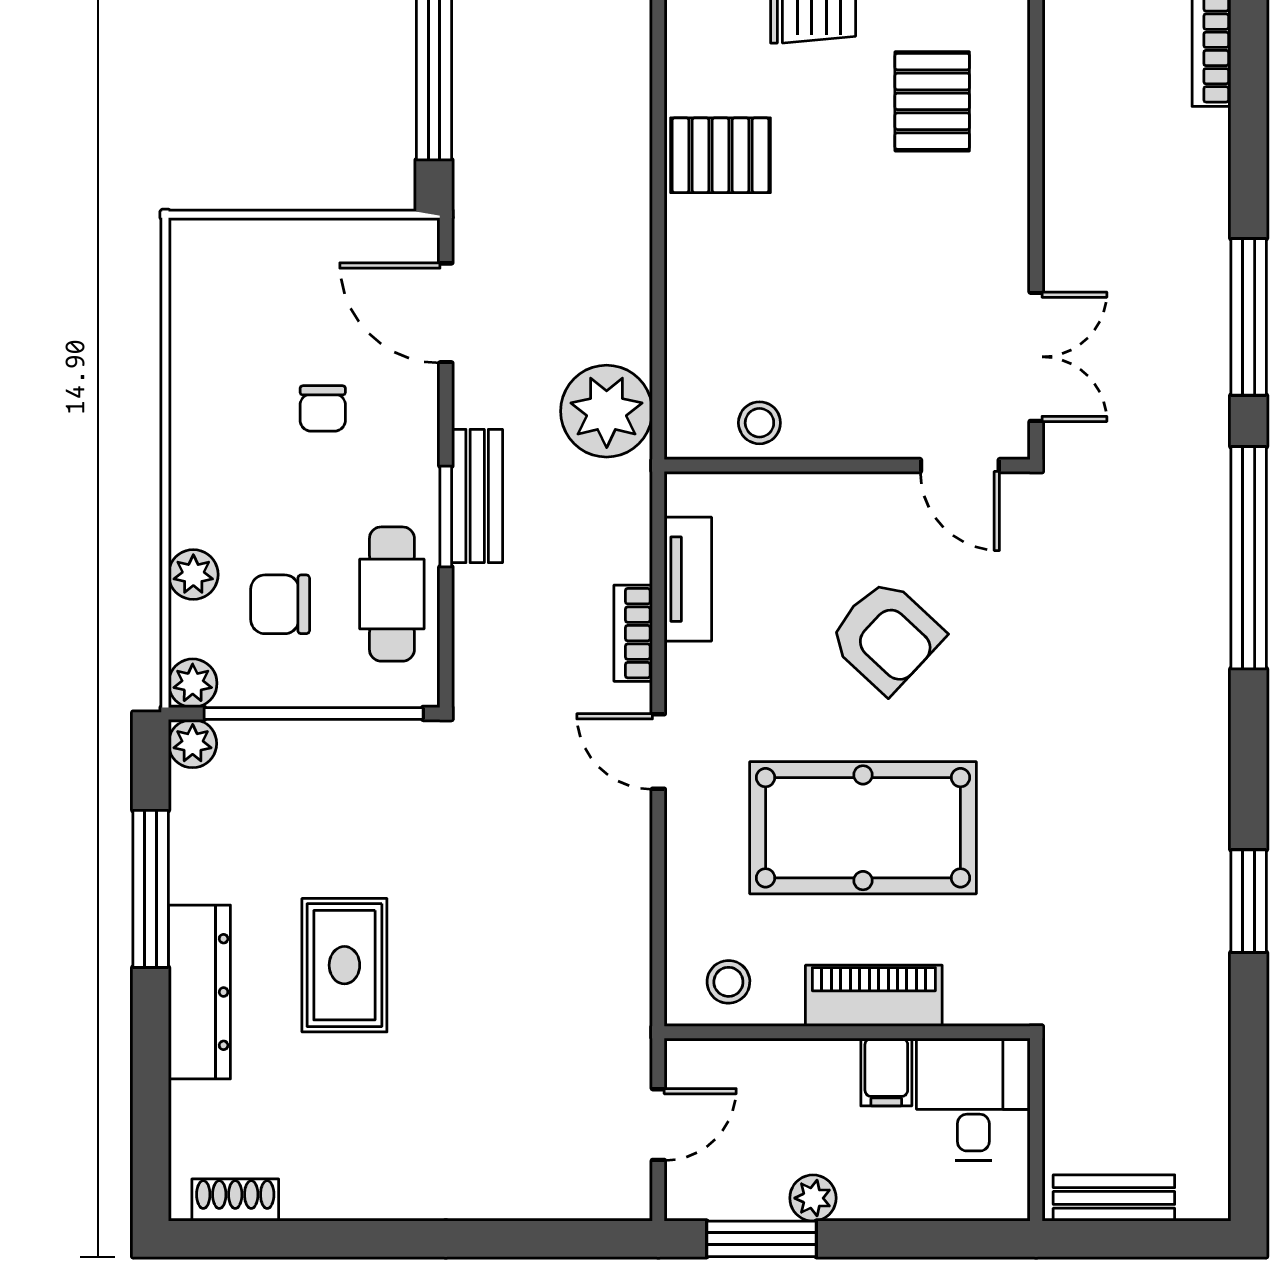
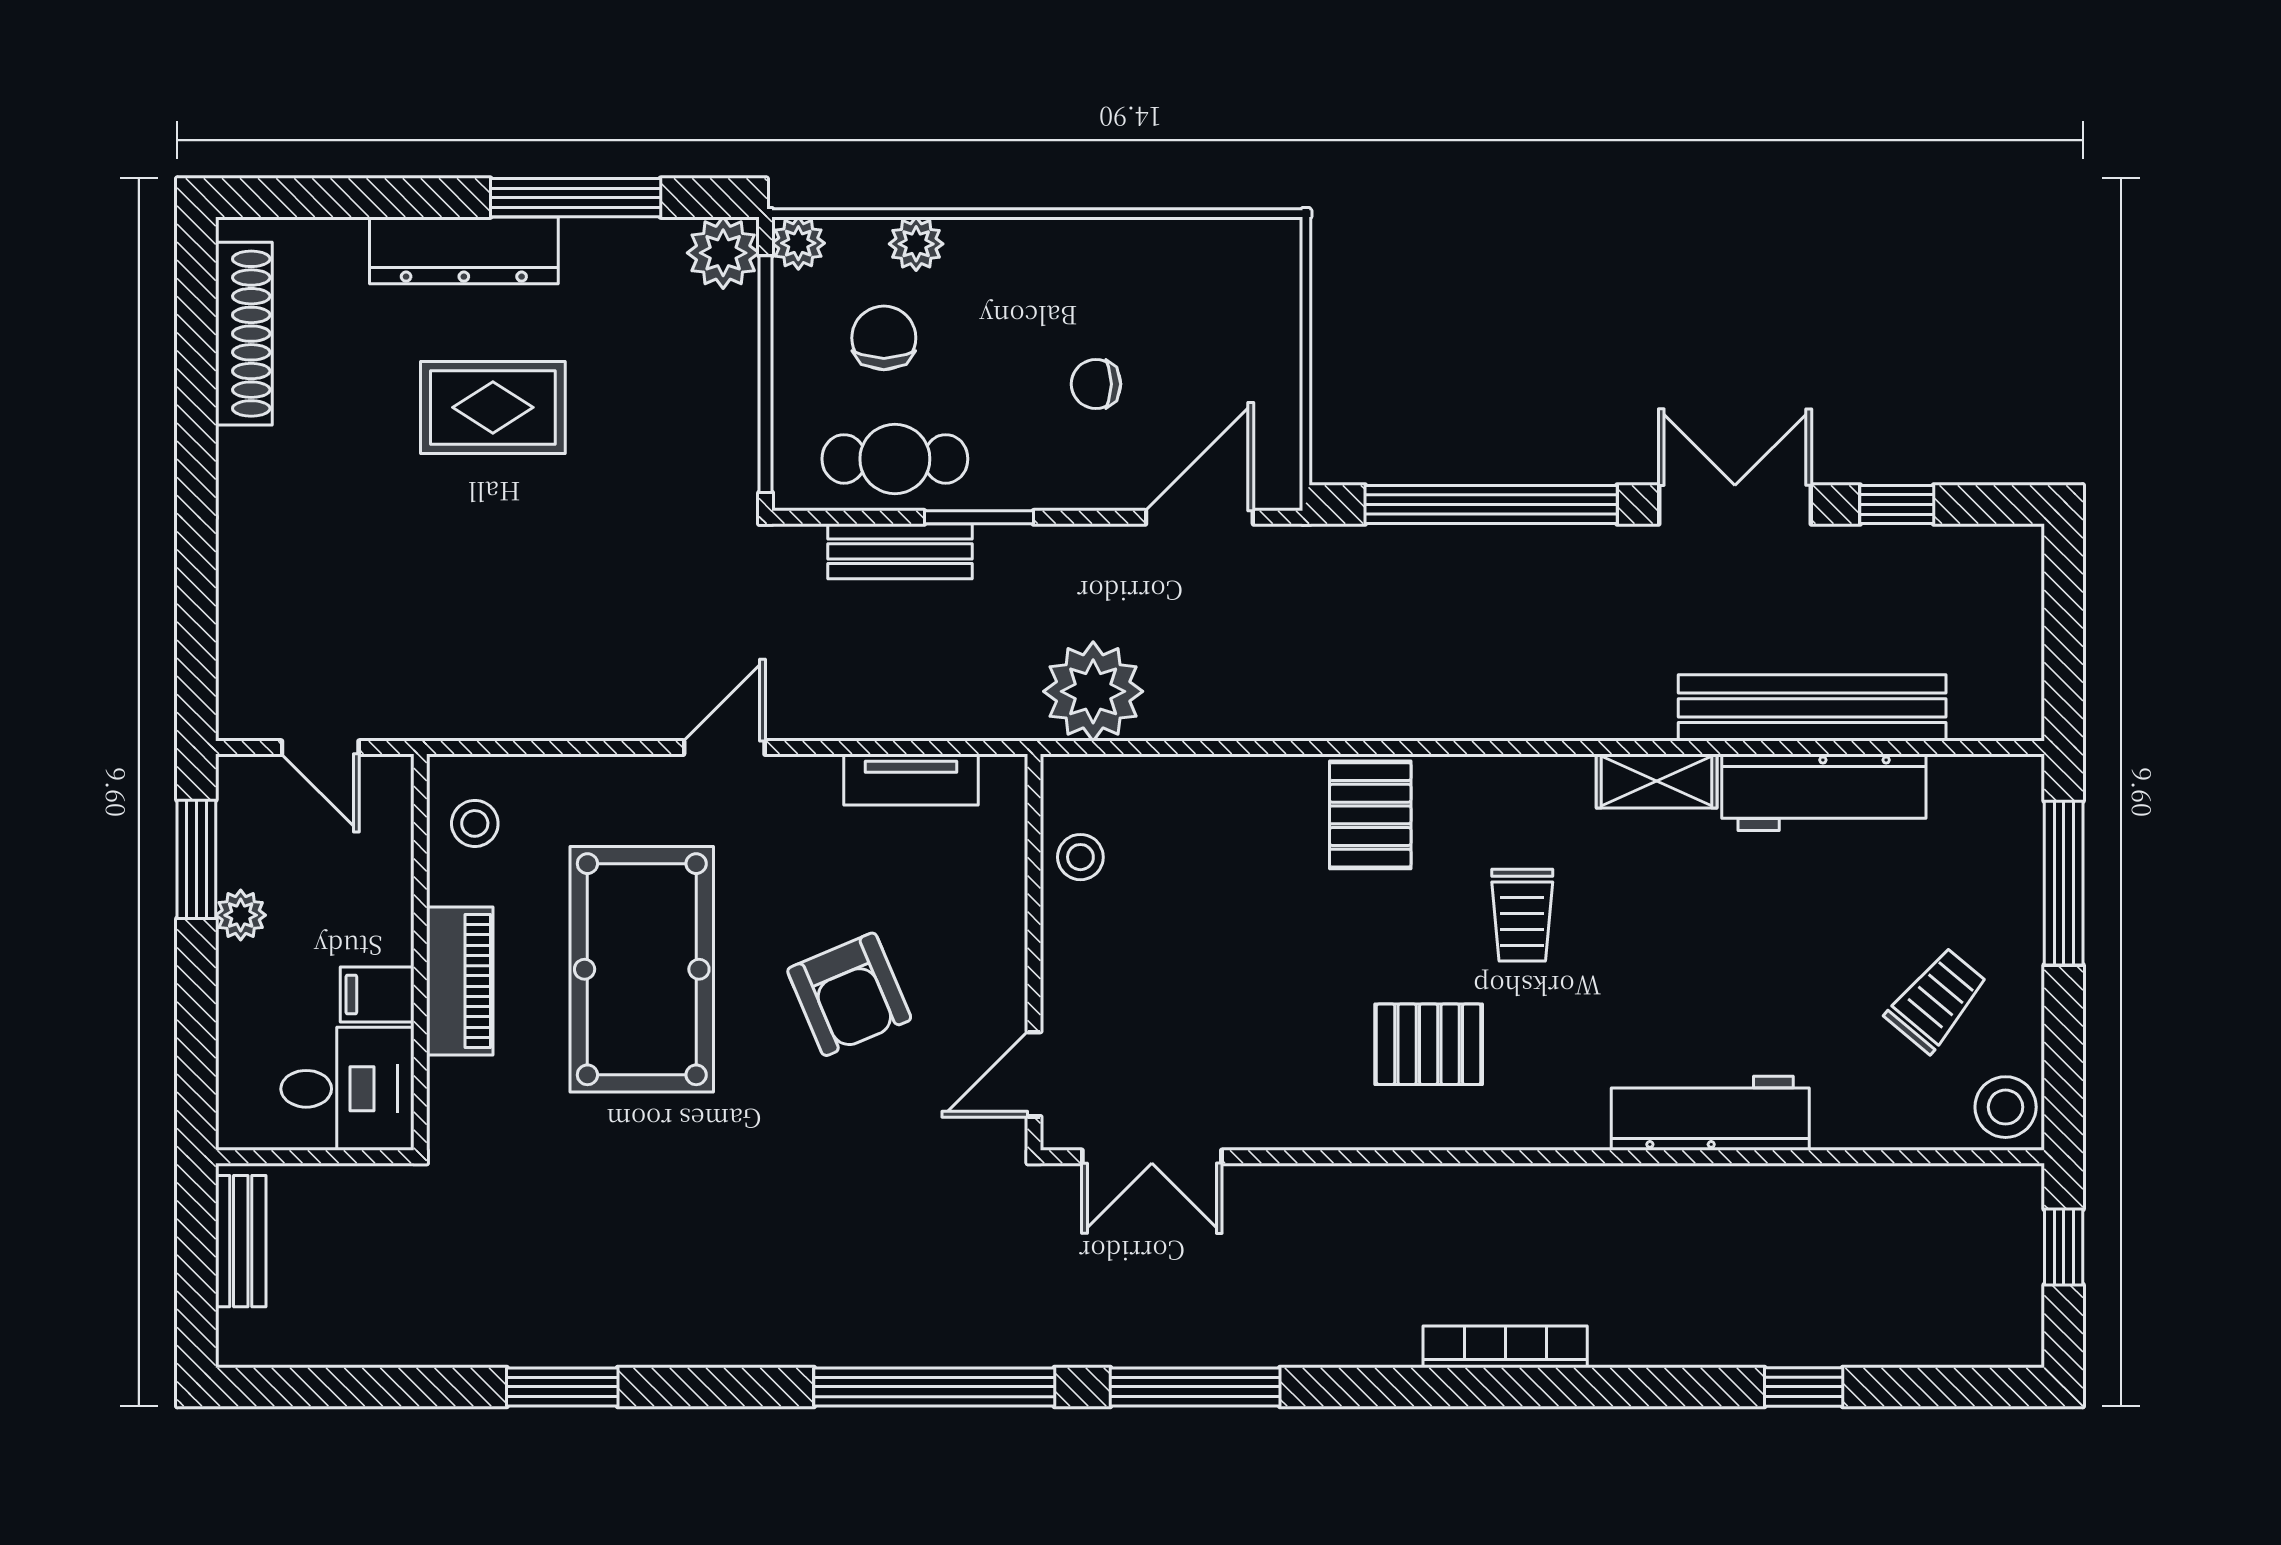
bench: (477, 496) -> (900, 551), moved
bookcase: (633, 633) -> (853, 720), removed
armchair: (886, 636) -> (849, 994), turned -66
plant: (193, 744) -> (723, 253), width x1.38, depth x1.38
shoe rack: (235, 1200) -> (244, 334), width x1.94, depth x1.24

